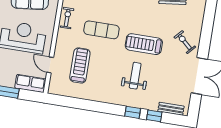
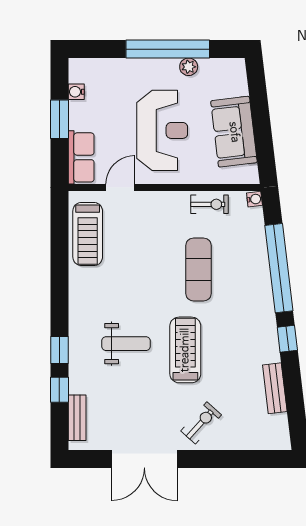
treadmill: (80, 65) -> (88, 234), moved, turned 90

